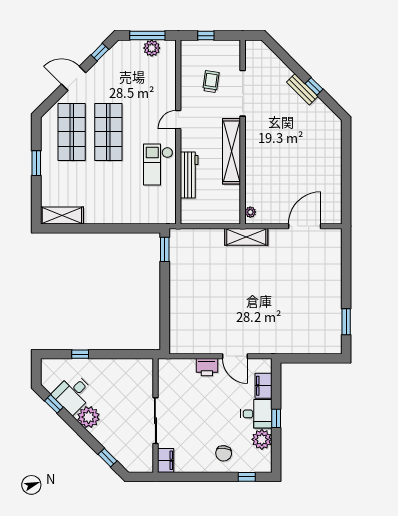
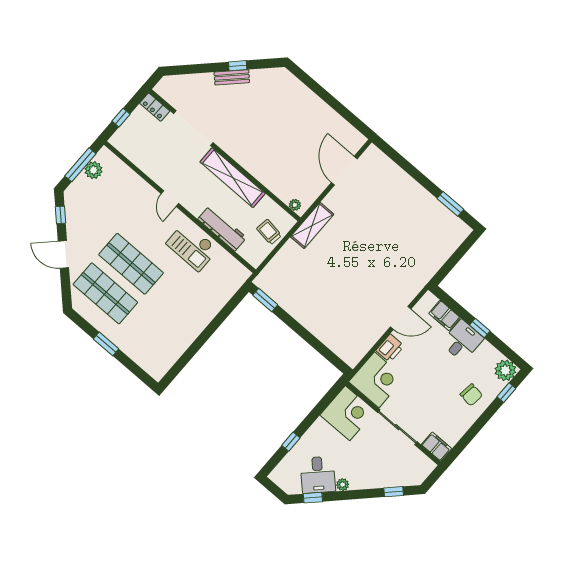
locker: (234, 53) -> (155, 107), added
door: (74, 78) -> (63, 254), hinge flipped
trolley: (211, 82) -> (269, 232), moved
shelving: (62, 216) -> (166, 360), removed
corner desk: (135, 377) -> (347, 413), added
corner desk: (176, 377) -> (377, 380), added
plant: (89, 417) -> (343, 485), width x0.53, depth x0.53
plant: (262, 439) -> (505, 370), moved

